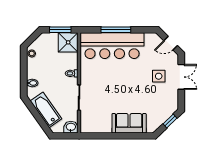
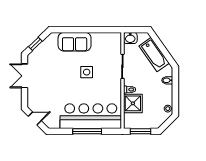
shower: (68, 42) -> (133, 103), moved
side table: (159, 76) -> (87, 72), moved
double door: (181, 77) -> (25, 76), moved

